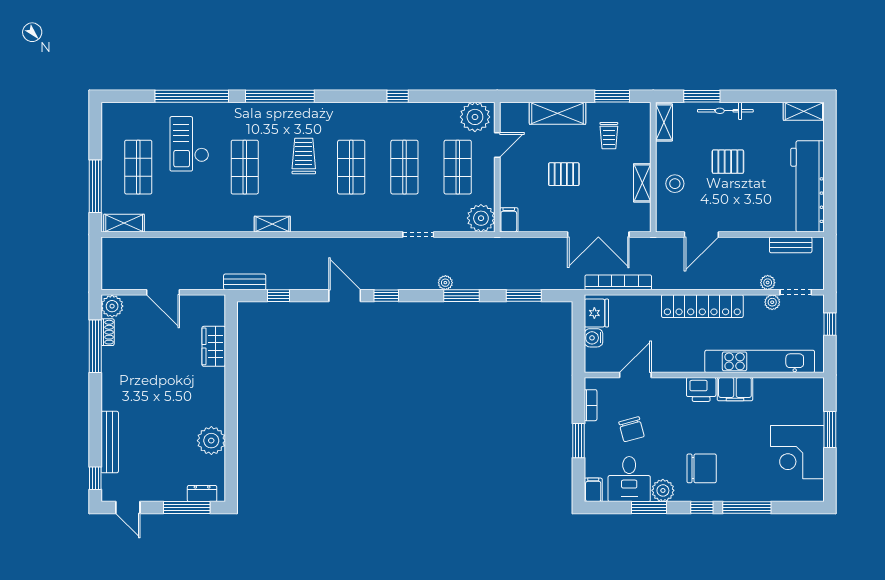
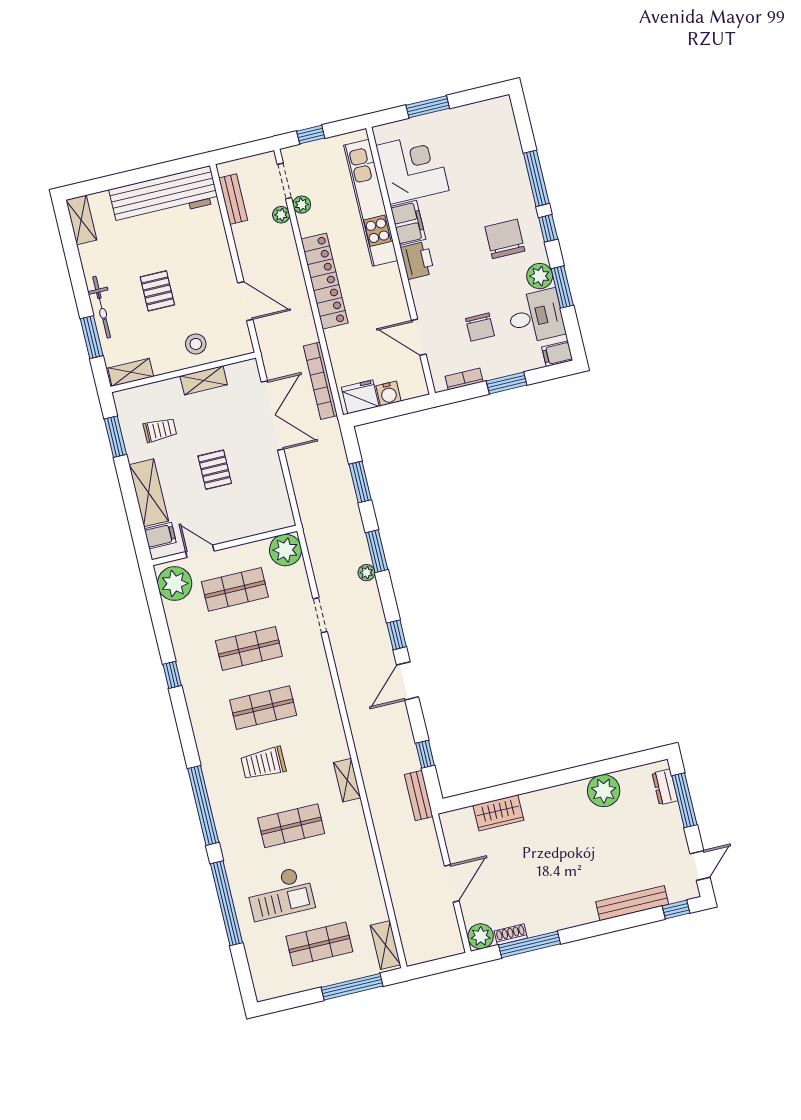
filing cabinet: (509, 220) -> (160, 536), moved, turned 180
chair: (632, 429) -> (480, 327), turned 105
corner desk: (797, 452) -> (412, 168), moved, turned -90

